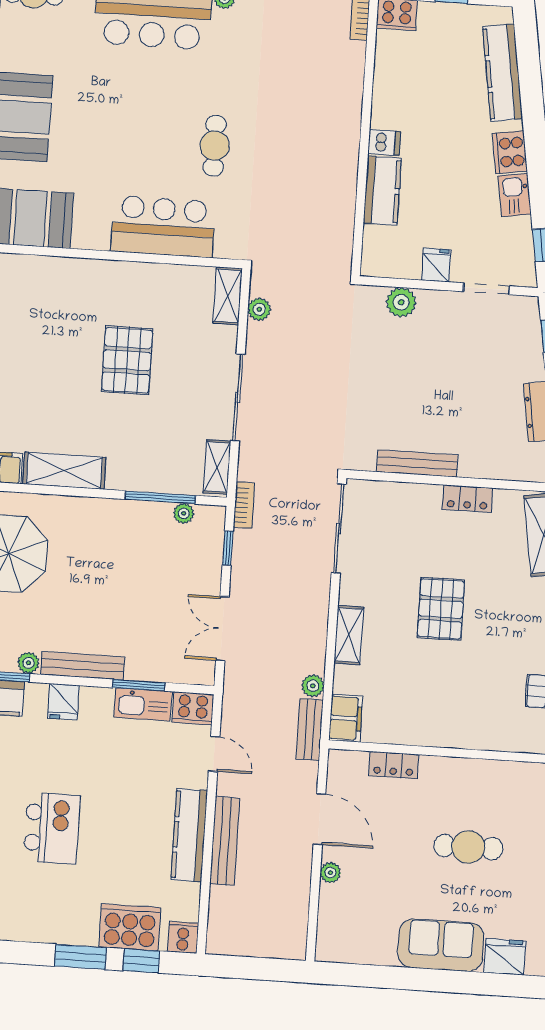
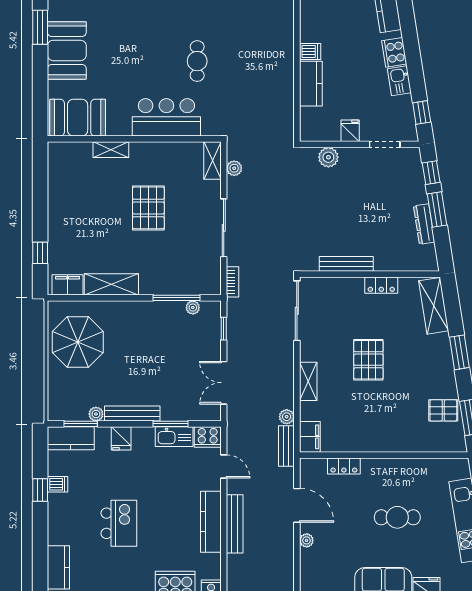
shelving: (217, 467) -> (111, 150), moved, turned 90
bookcase: (244, 505) -> (233, 282), moved

